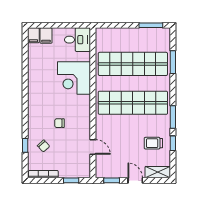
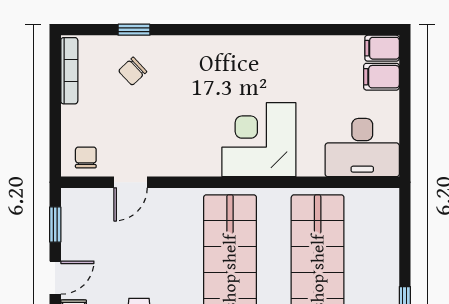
desk: (77, 40) -> (362, 148), width x1.37
corner desk: (74, 78) -> (259, 140), moved
chair: (59, 123) -> (86, 157), moved
window: (71, 180) -> (55, 133), removed

